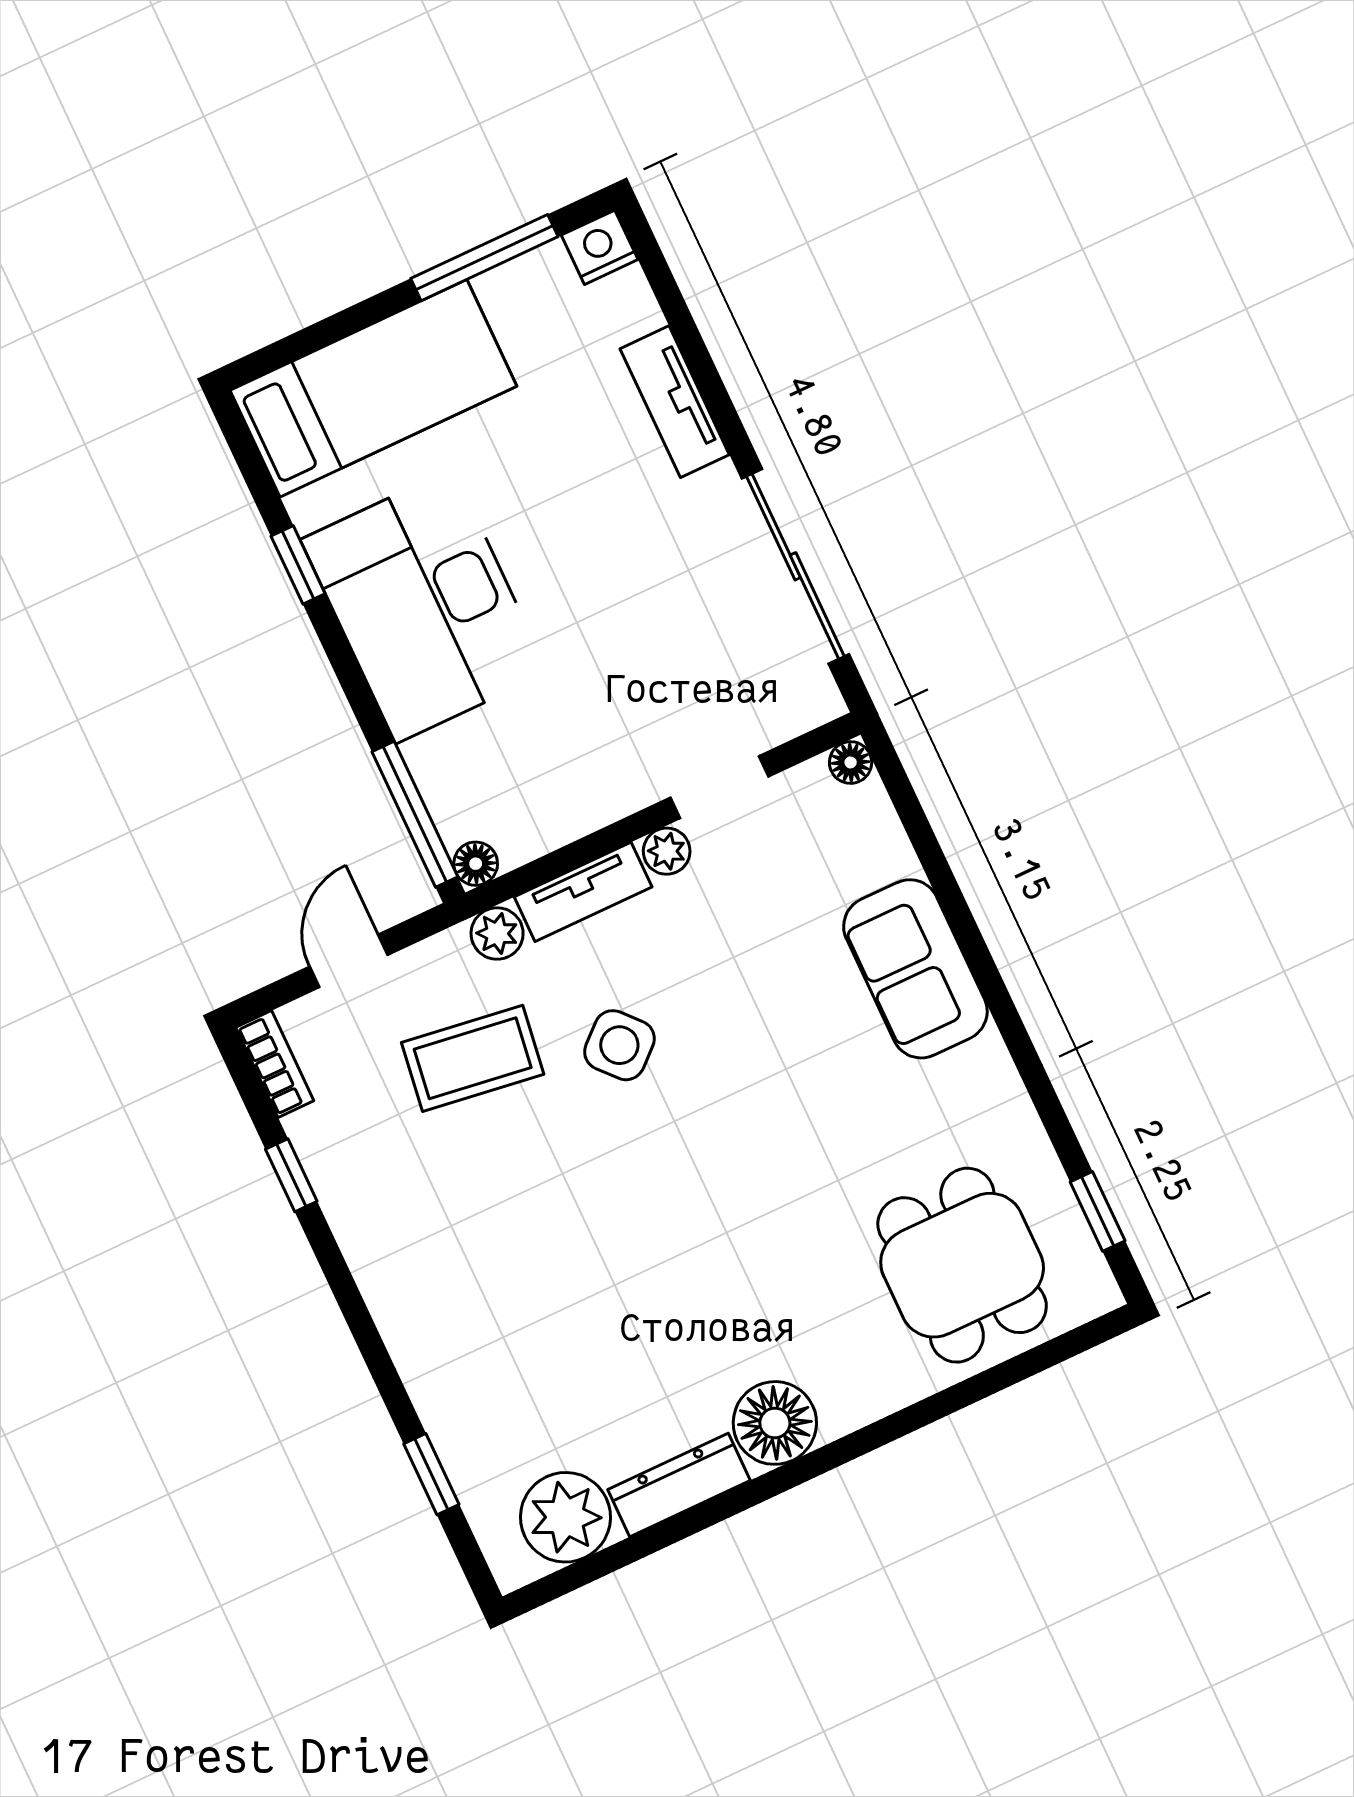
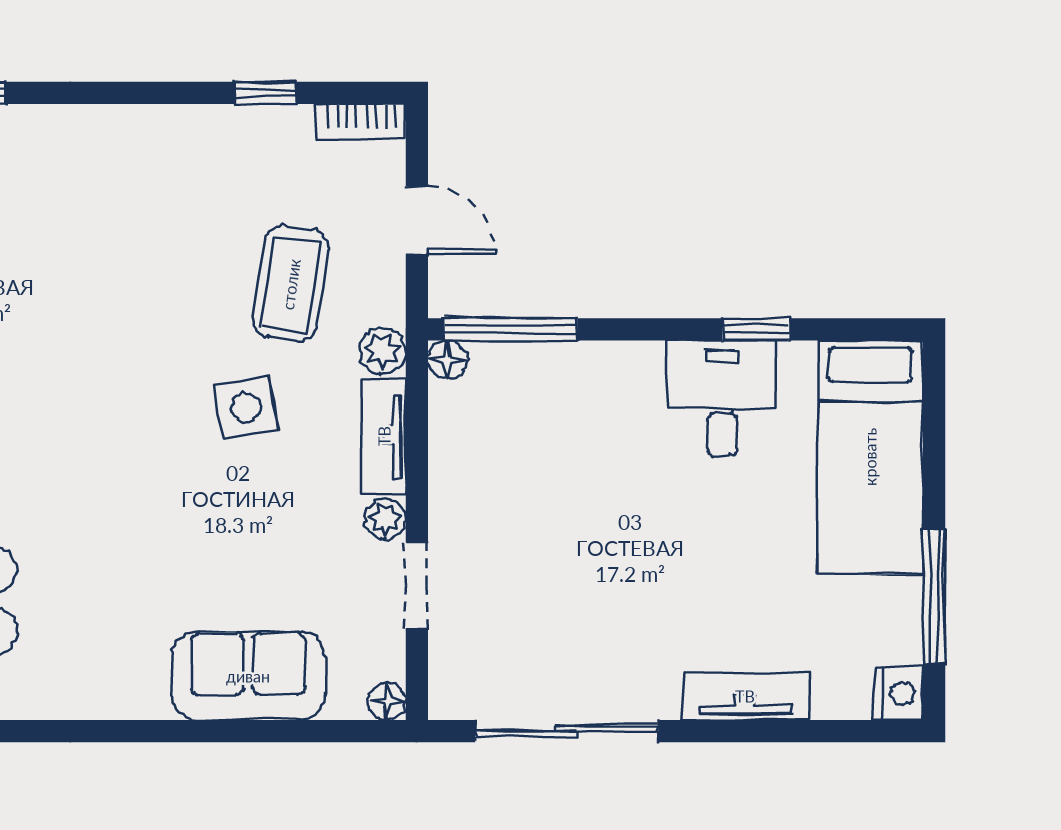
desk: (424, 606) -> (722, 398), width x0.53, depth x0.77
sofa: (915, 969) -> (248, 676), moved
side table: (619, 1045) -> (246, 407), turned 31

